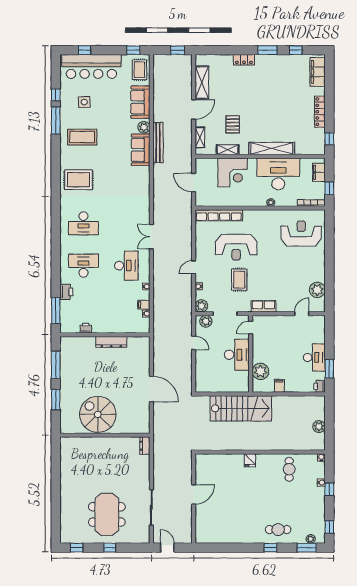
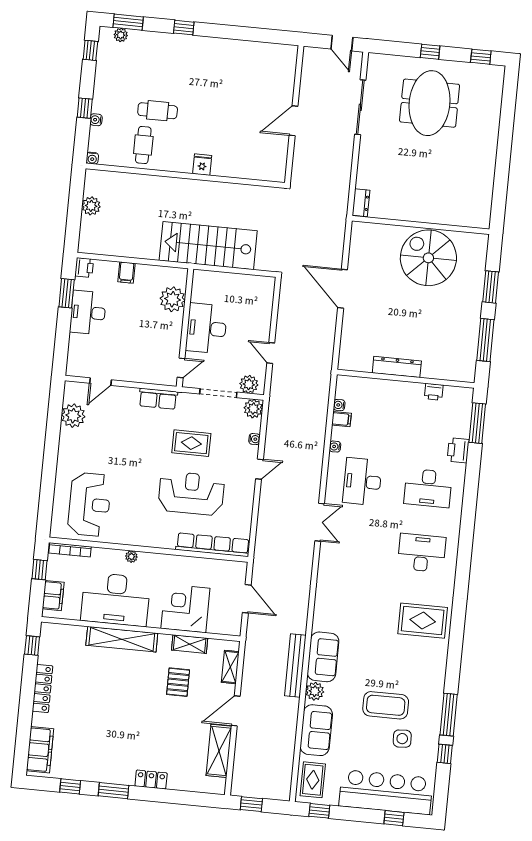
coffee table: (82, 137) -> (386, 705), moved
reception desk: (301, 234) -> (89, 504), turned -90
rug: (239, 280) -> (191, 443), turned 90
filing cabinet: (279, 386) -> (126, 273), moved
spiral stairs: (98, 414) -> (428, 258), turned 180
cafe table: (278, 530) -> (158, 111), moved

